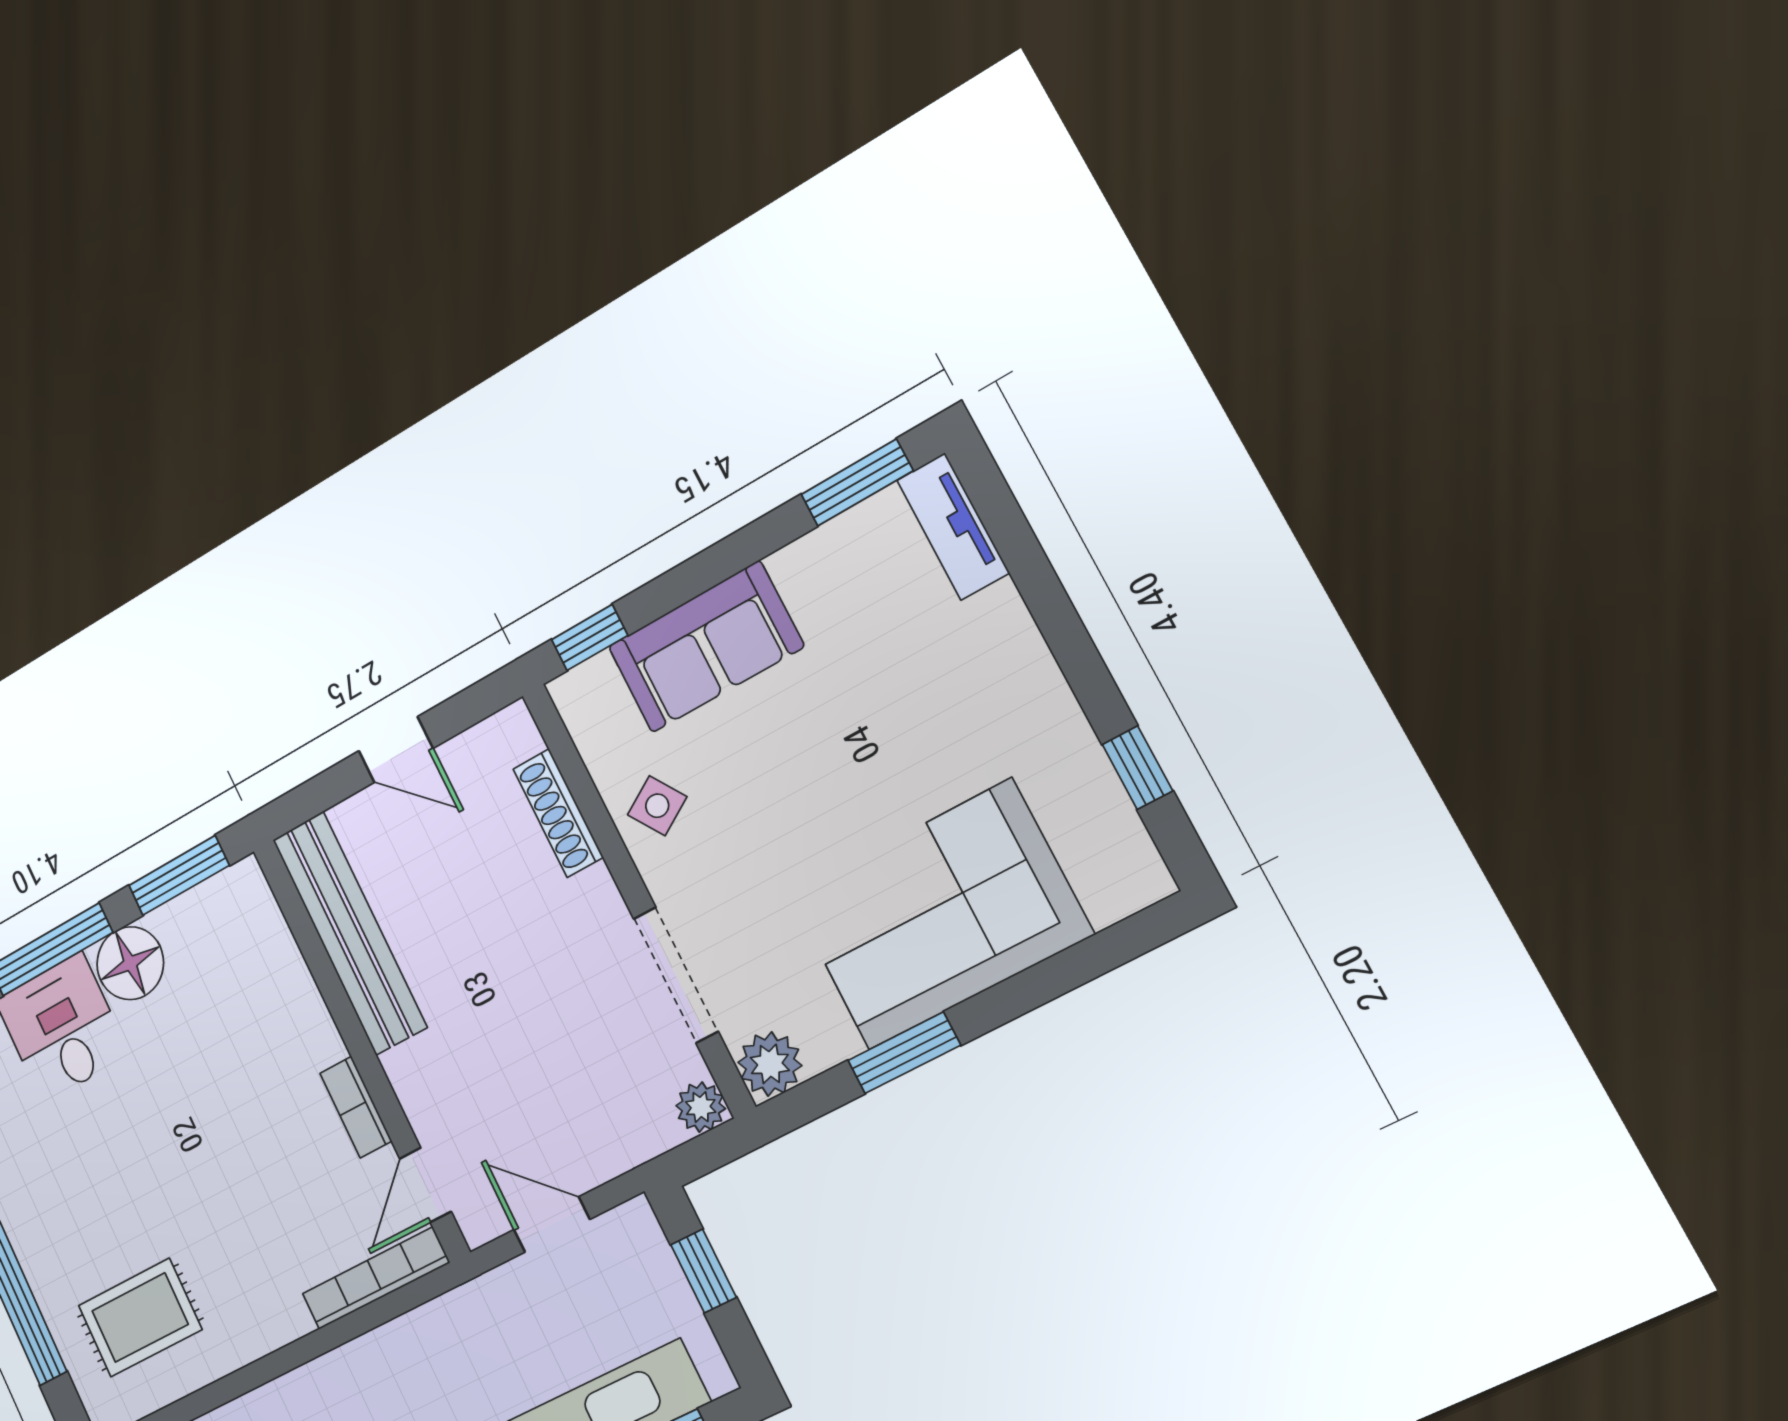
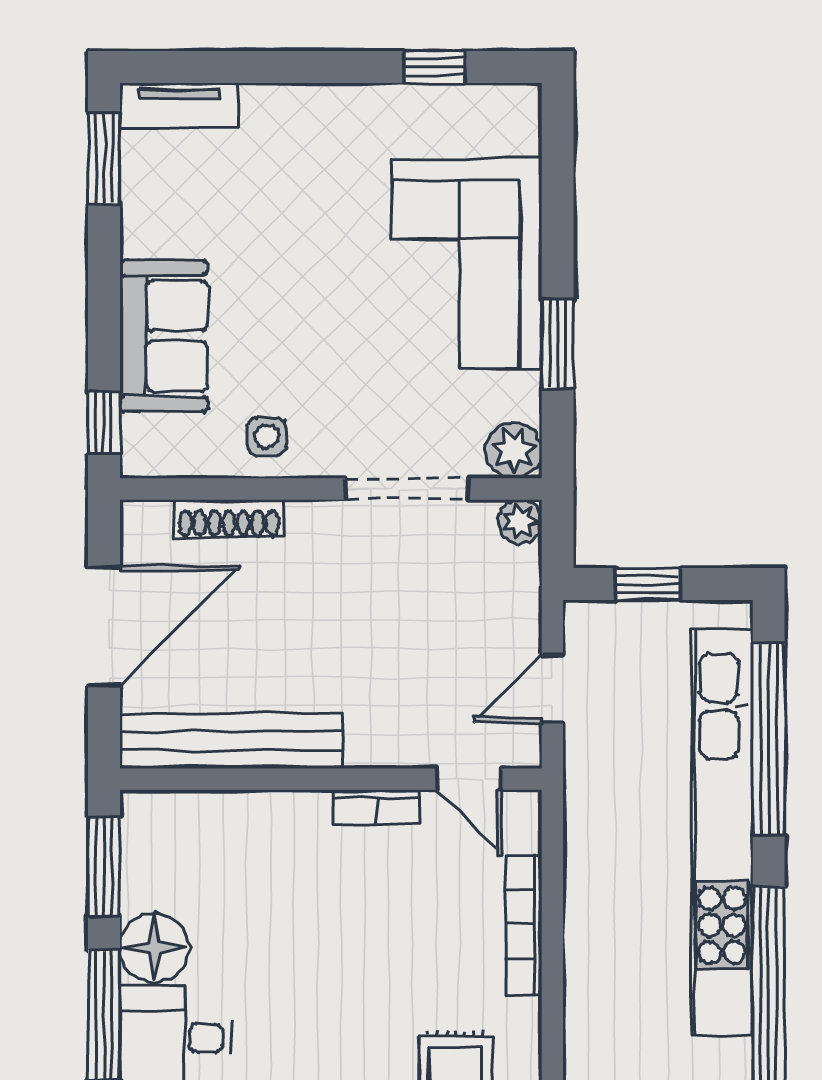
door: (396, 750) -> (104, 626), width x1.88
side table: (657, 806) -> (267, 437), turned 33
bookcase: (376, 1278) -> (524, 925), moved

